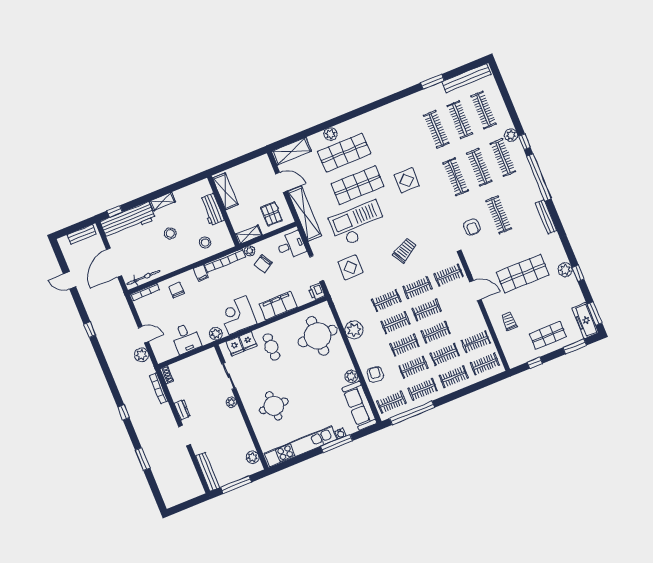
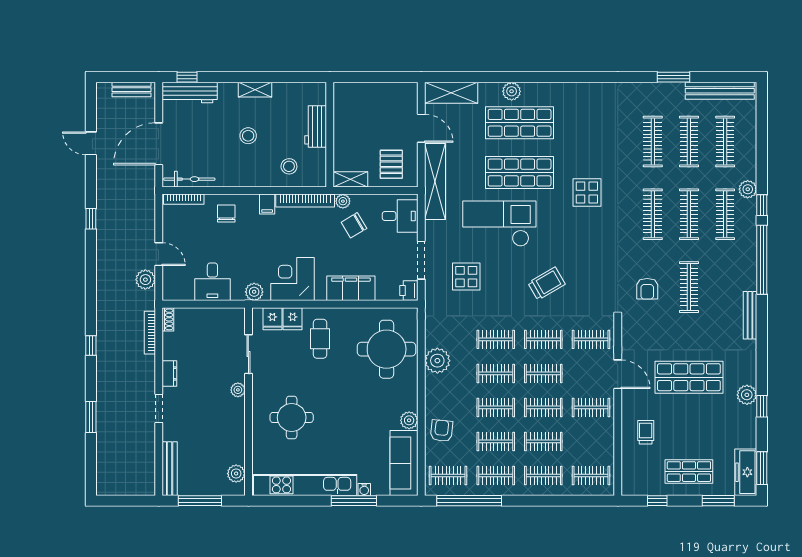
shelving: (225, 191) -> (343, 110), removed
workbench: (128, 220) -> (190, 93), width x0.73, depth x0.76
clothes rail: (476, 342) -> (591, 407), moved

